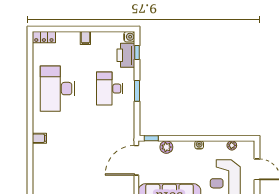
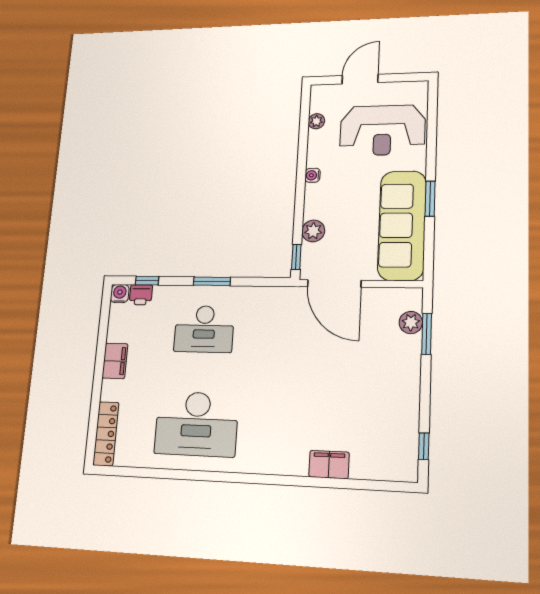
locker: (44, 37) -> (106, 434), width x1.53
filing cabinet: (85, 38) -> (115, 361), width x2.00
printer: (126, 55) -> (141, 295), width x0.53, depth x0.68
filing cabinet: (39, 138) -> (329, 465), moved, width x2.00

